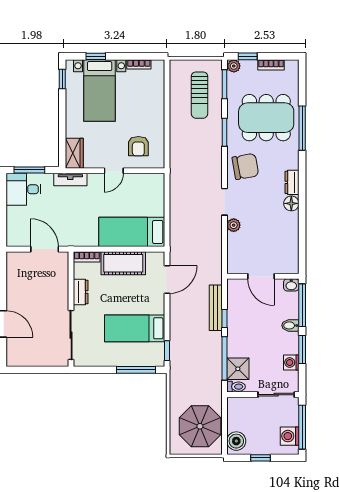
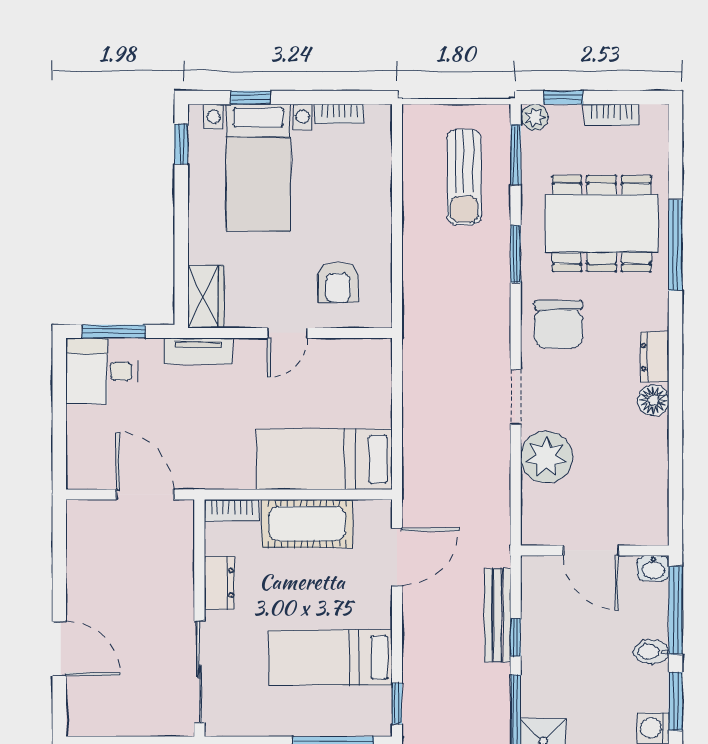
chair: (245, 166) -> (559, 324), turned 100
plant: (234, 225) -> (547, 457), width x1.87, depth x1.87

